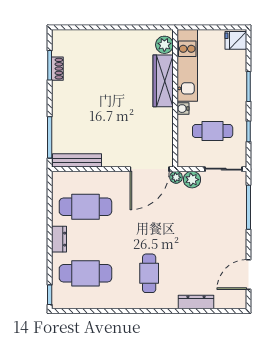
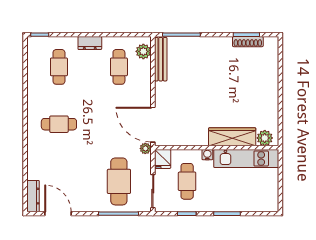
fridge: (236, 40) -> (163, 159), moved, turned 180
shoe rack: (57, 69) -> (248, 42), width x1.43
plant: (192, 180) -> (143, 51), moved
cafe table: (85, 207) -> (119, 67), width x0.73, depth x0.74
cafe table: (213, 207) -> (119, 181), added
cafe table: (85, 273) -> (59, 67), width x0.73, depth x0.74
dresser: (196, 302) -> (33, 196), moved

